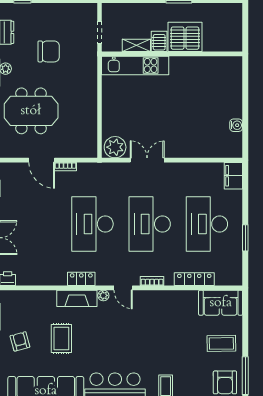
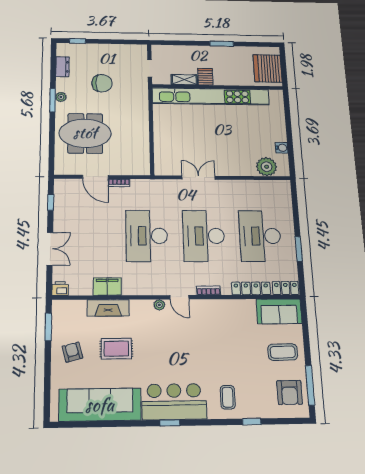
server rack: (185, 37) -> (268, 68), moved, turned -90
kitchen unit: (135, 65) -> (211, 96), width x1.86
plant: (115, 147) -> (267, 167), moved
filing cabinet: (233, 176) -> (107, 287), moved, turned 90
locker: (81, 279) -> (286, 288), moved
fireplace: (77, 298) -> (108, 308), moved
rug: (61, 338) -> (116, 349), turned 90

